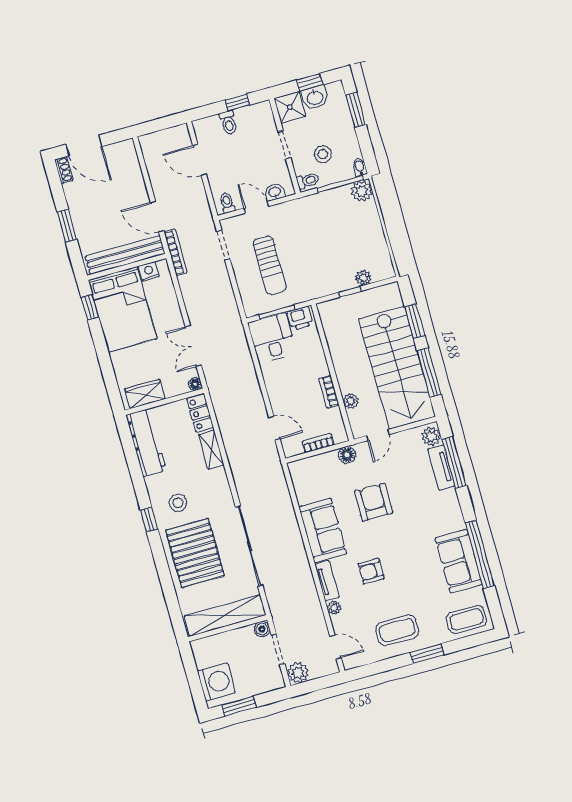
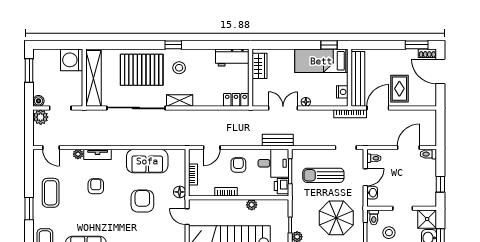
toilet: (228, 123) -> (428, 154), moved
door: (84, 145) -> (440, 72), hinge flipped
rug: (123, 195) -> (399, 89), added
window: (67, 226) -> (417, 45), moved
parasol: (323, 232) -> (336, 218), added
bed: (123, 309) -> (321, 61), width x0.67
bench: (239, 341) -> (278, 140), added
floor lamp: (195, 384) -> (306, 102), moved
armchair: (288, 385) -> (238, 165), added
plant: (351, 401) -> (252, 205), moved
workbench: (146, 443) -> (232, 57), width x0.73
shelving: (211, 450) -> (180, 101), moved
armchair: (374, 502) -> (142, 201), turned -90
sofa: (323, 530) -> (147, 161), moved
boiler: (262, 629) -> (38, 101), moved
door: (336, 647) -> (51, 148), hinge flipped
washing machine: (216, 682) -> (72, 60), moved, turned 90

